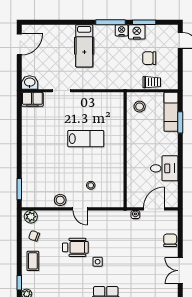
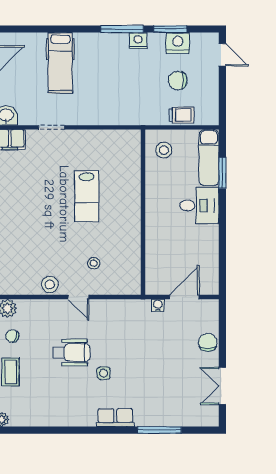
nightstand: (137, 32) -> (178, 43), moved
hospital bed: (84, 46) -> (60, 63), moved
lab bench: (86, 139) -> (87, 196), turned 90
desk: (164, 168) -> (199, 205), moved

